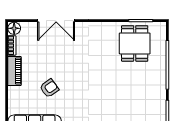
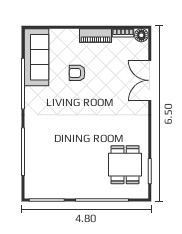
dining table: (135, 43) -> (125, 165), turned 90
armchair: (49, 88) -> (77, 73), turned 126

